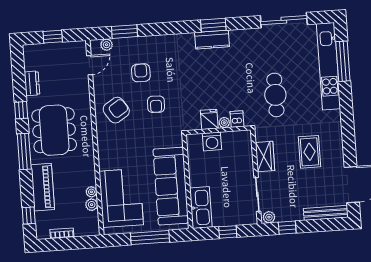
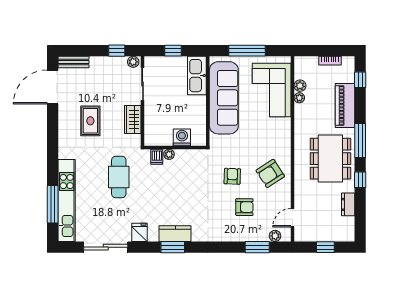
armchair: (141, 73) -> (244, 207), turned -90
fridge: (209, 119) -> (140, 232), moved, turned 180
bench: (326, 213) -> (73, 62), width x0.73

